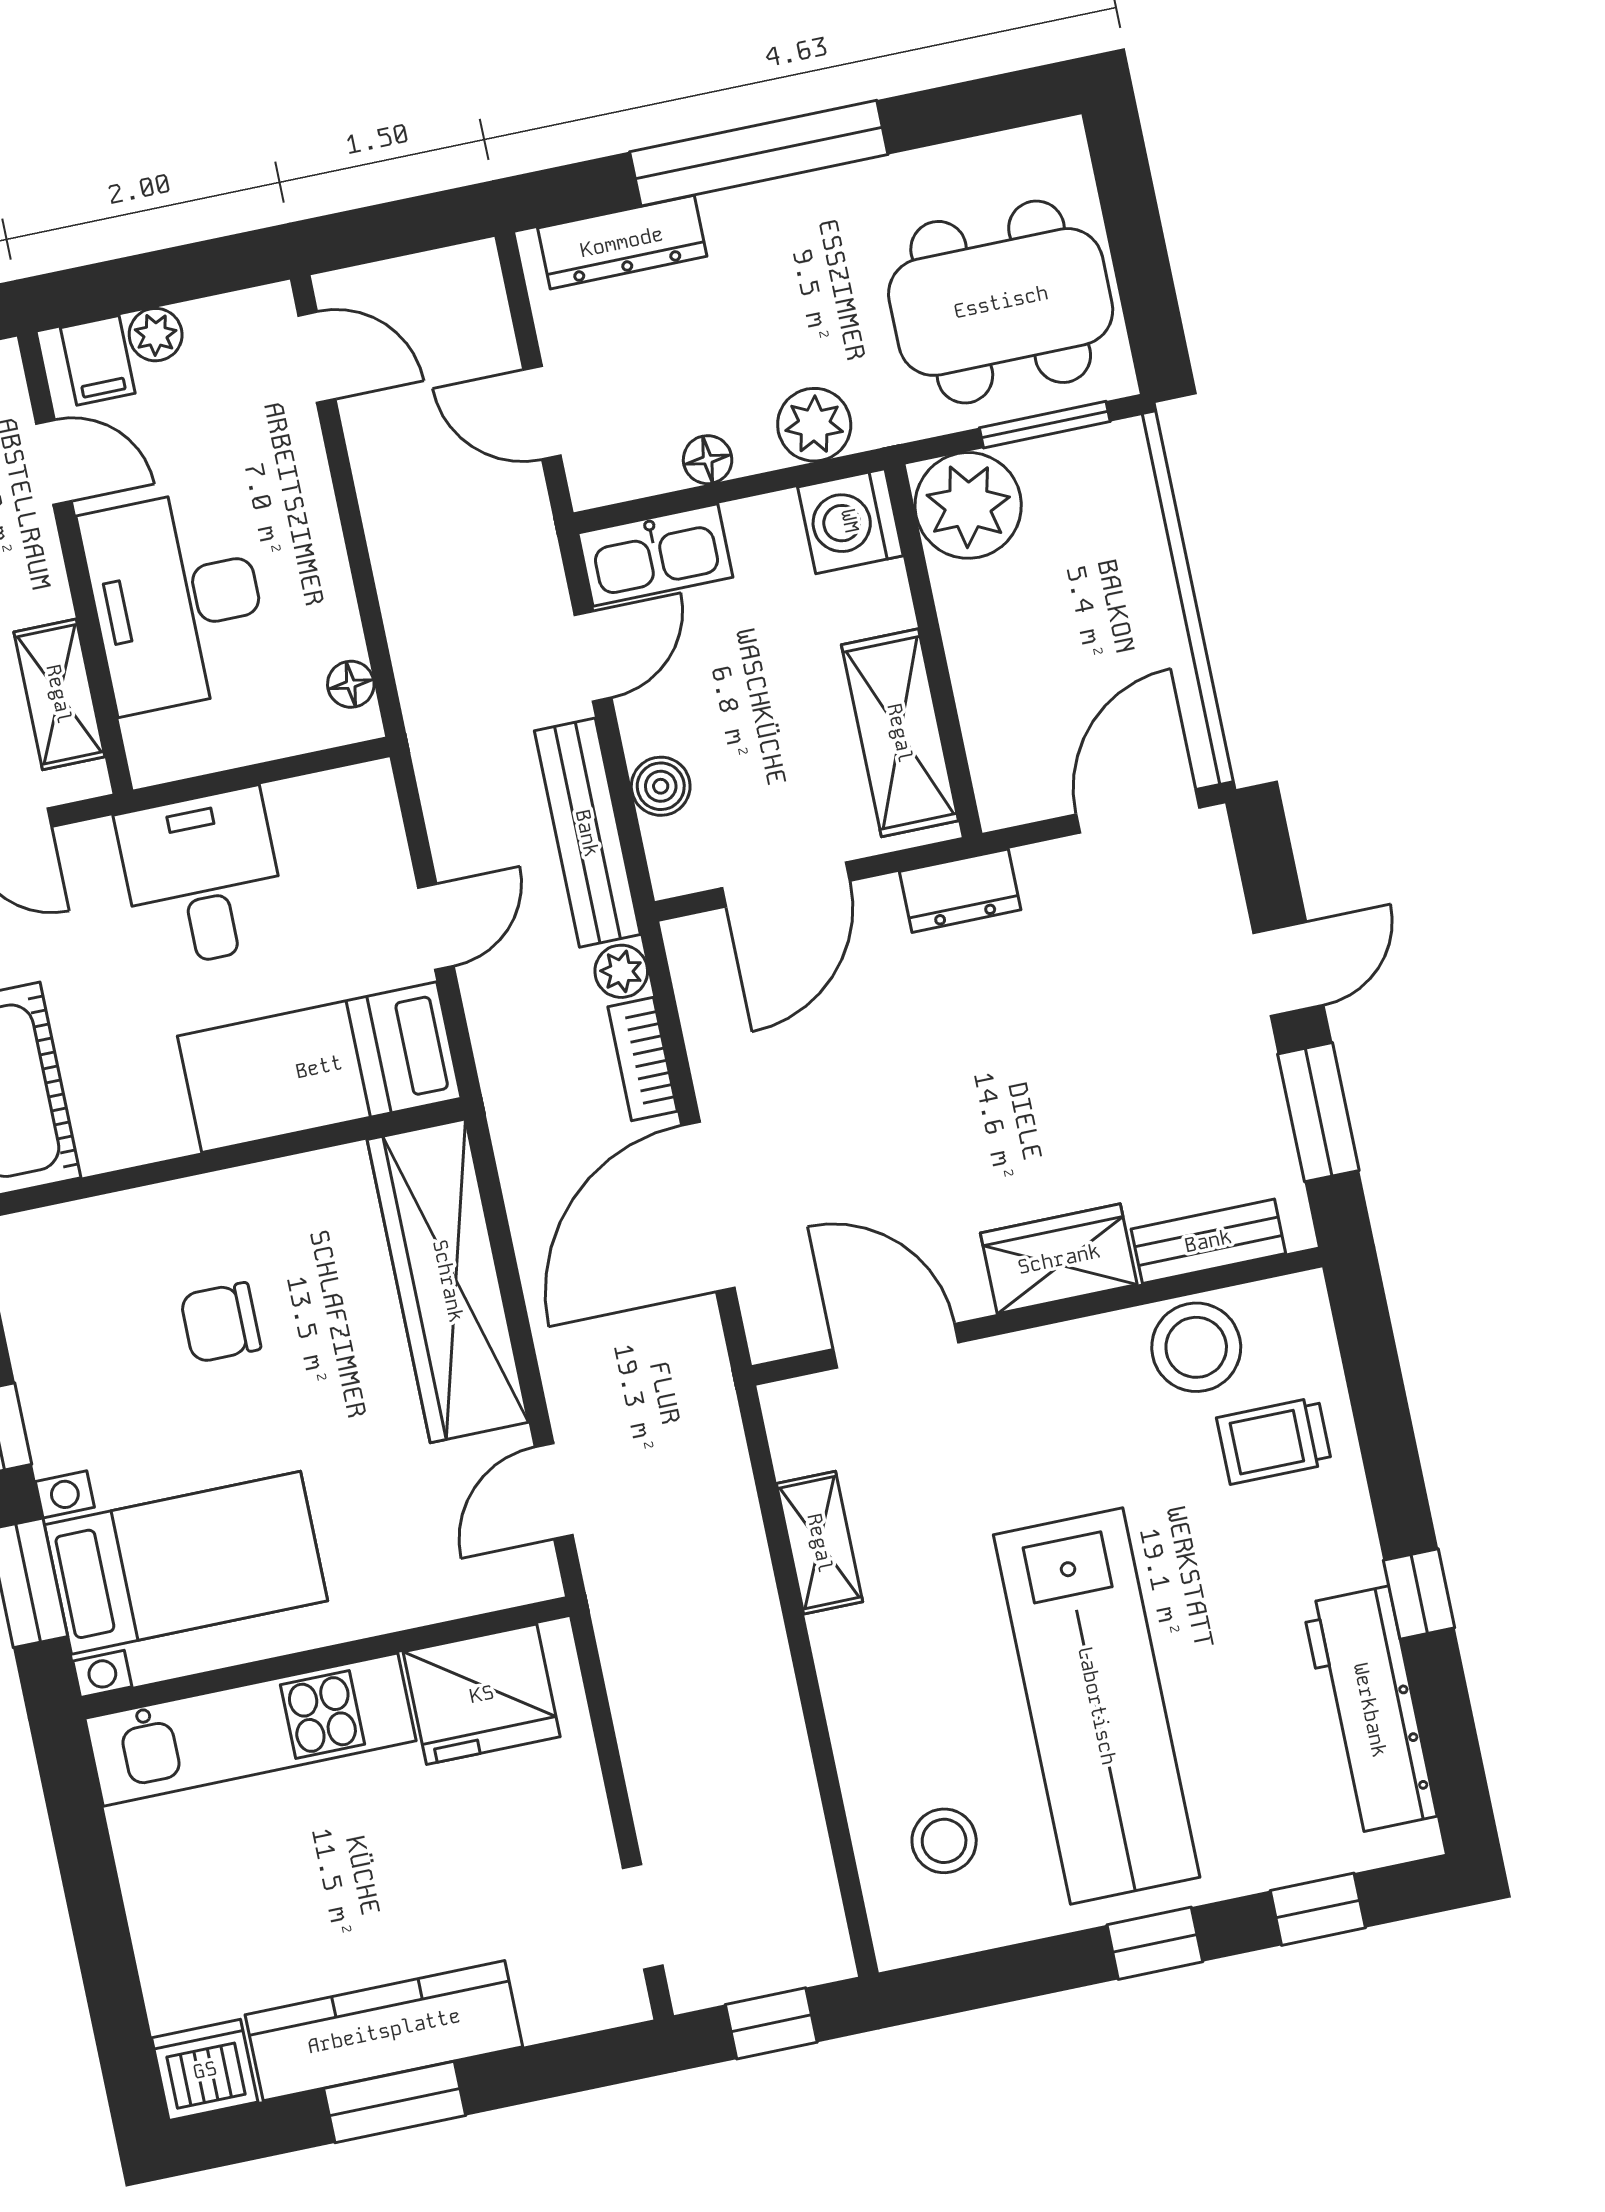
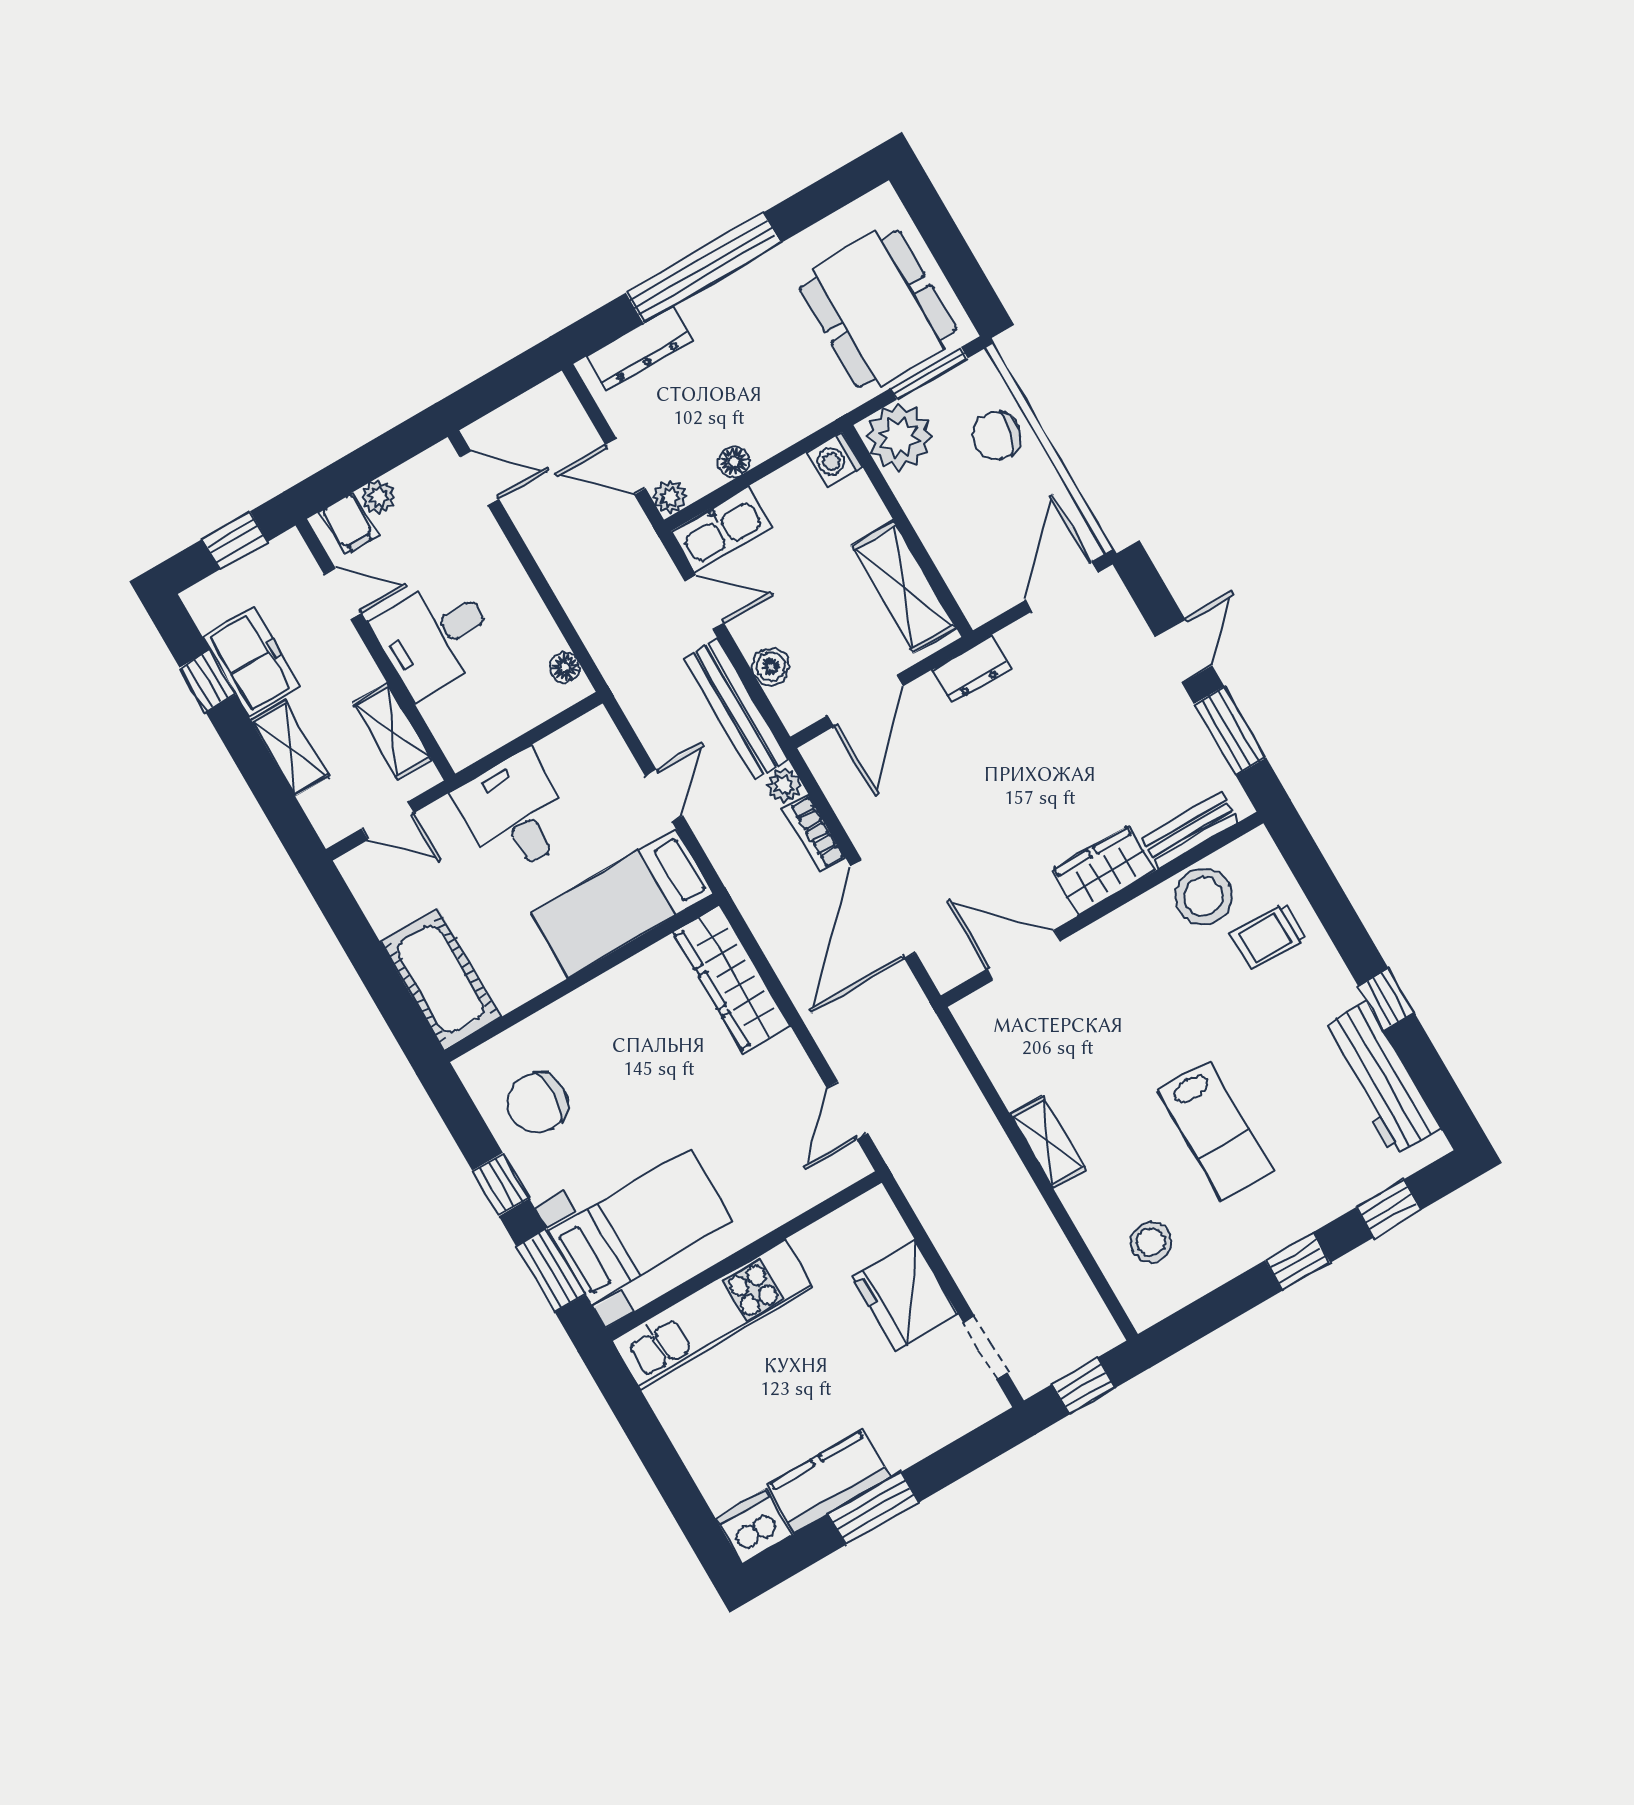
dining table: (1001, 302) -> (878, 309), turned 90
plant: (814, 425) -> (670, 497), moved, width x0.73, depth x0.73
washing machine: (850, 521) -> (835, 460), width x0.73, depth x0.73
chair: (1115, 552) -> (996, 436), added
desk: (176, 600) -> (435, 636), width x0.73
door: (593, 656) -> (704, 602), hinge flipped
wardrobe: (448, 1281) -> (732, 979), width x0.71, depth x0.85
chair: (221, 1322) -> (537, 1103), moved, width x1.37, depth x1.37
shelving: (820, 1543) -> (1048, 1141), moved
fridge: (482, 1694) -> (905, 1295), moved, turned 90
lab bench: (1097, 1706) -> (1215, 1131), width x0.54, depth x0.72
kitchen counter: (384, 2031) -> (829, 1482), width x0.67

